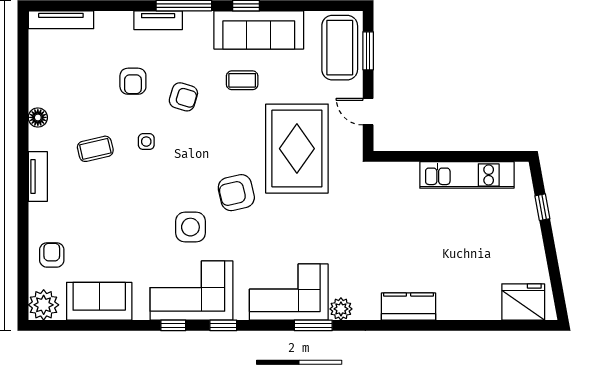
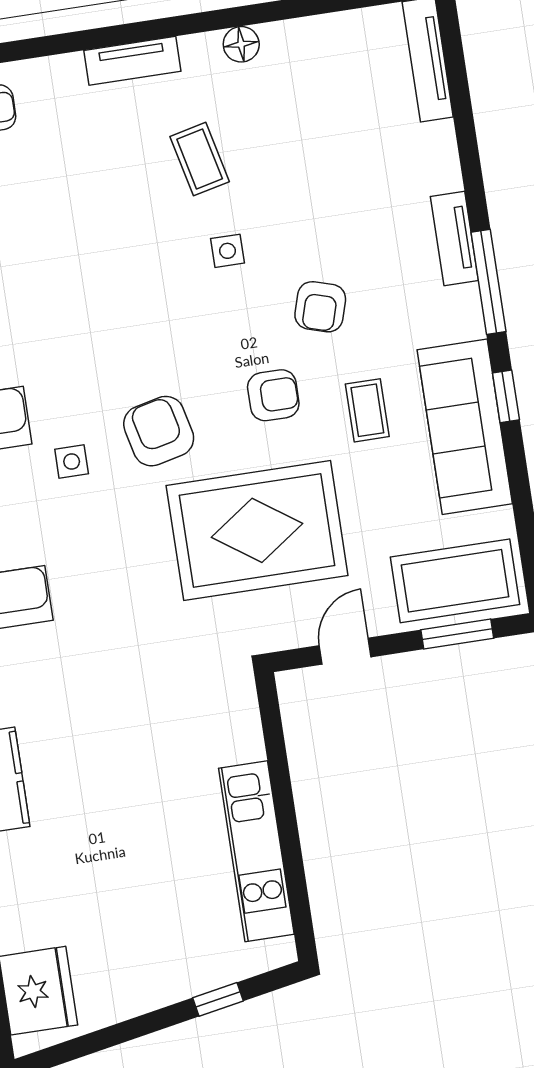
armchair: (133, 81) -> (273, 395), moved, turned 180
side table: (190, 227) -> (72, 462), moved, width x0.54, depth x0.54

